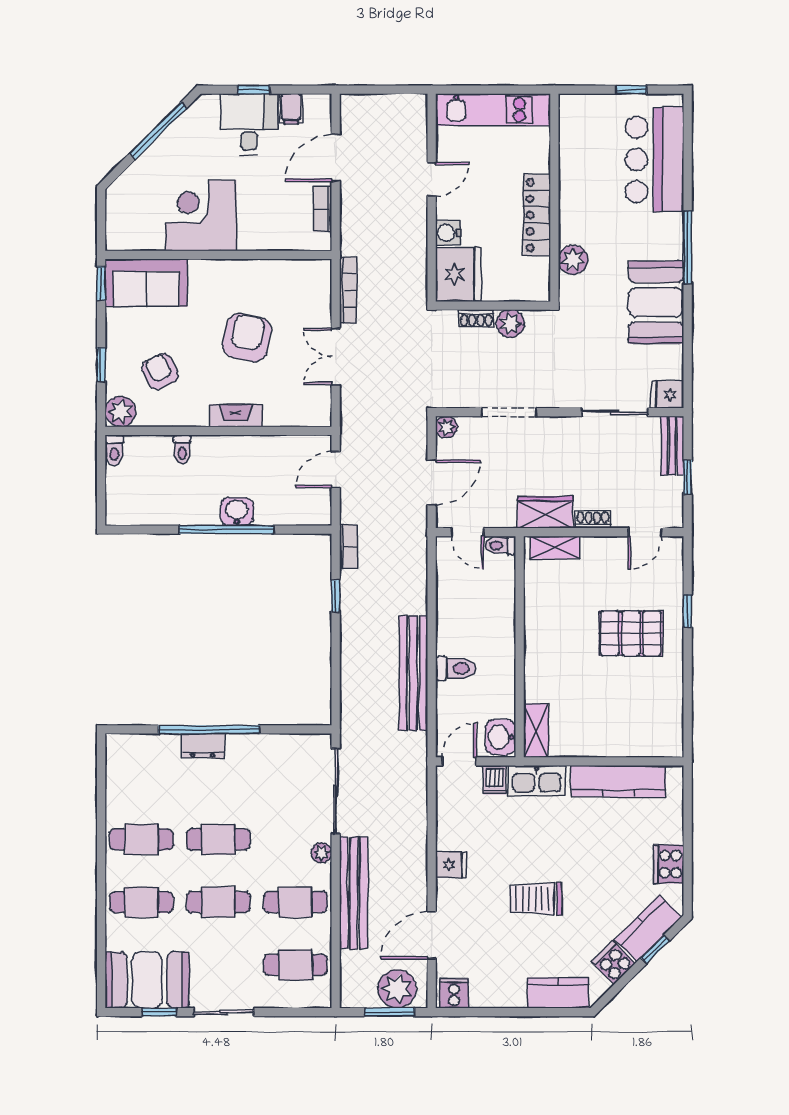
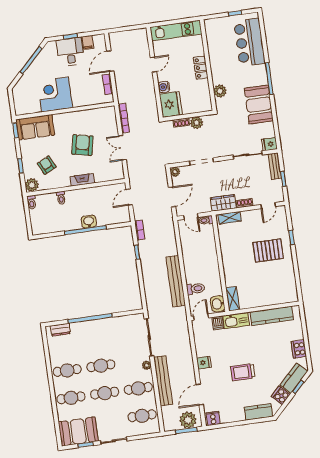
locker: (537, 215) -> (201, 68), width x0.66
toilet: (456, 668) -> (196, 289), moved
dresser: (203, 746) -> (60, 330), moved

